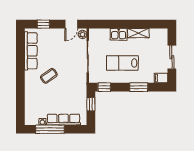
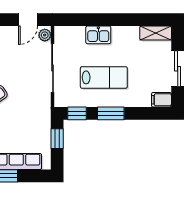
shelving: (138, 33) -> (156, 33), moved
lab bench: (122, 63) -> (104, 77), turned 180
window: (139, 87) -> (111, 113), moved

